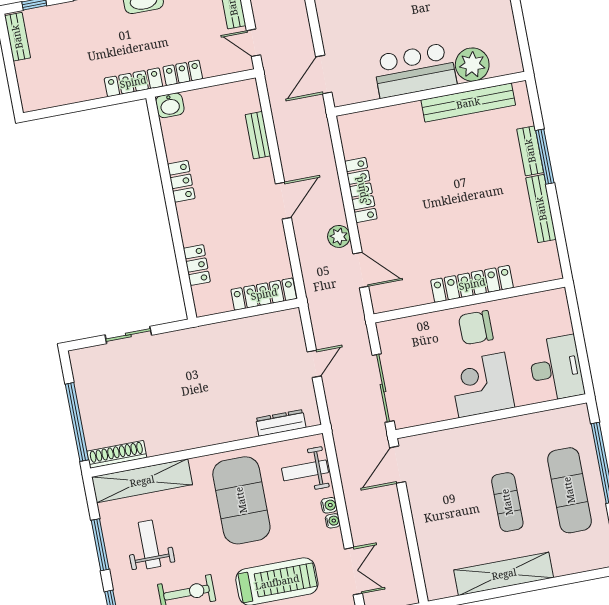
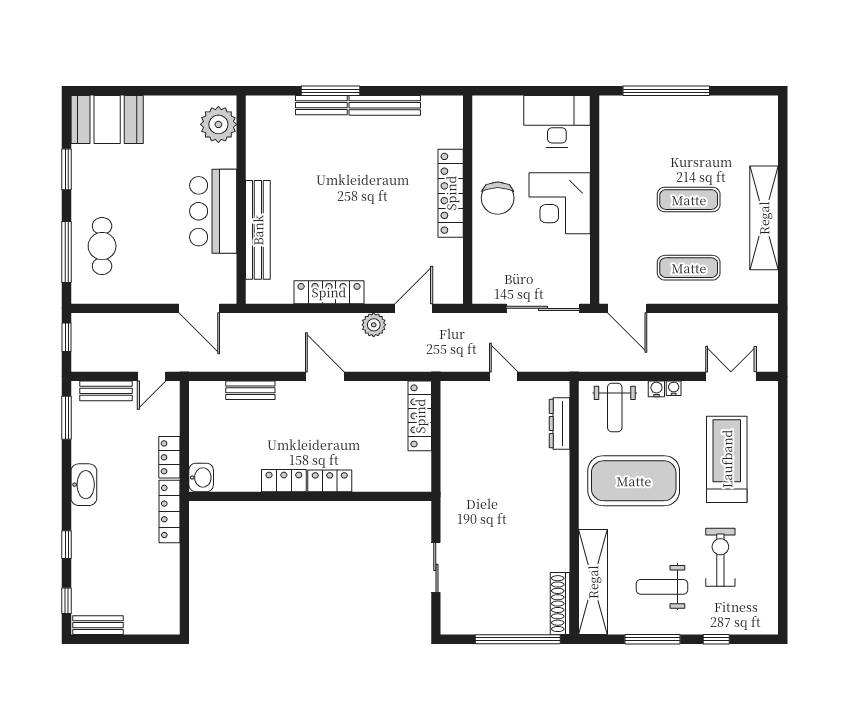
plant: (472, 65) -> (218, 124), moved
bench: (468, 103) -> (258, 230), moved
locker: (197, 265) -> (330, 481), moved
exercise mat: (569, 490) -> (689, 268), moved, width x0.73, depth x0.69

